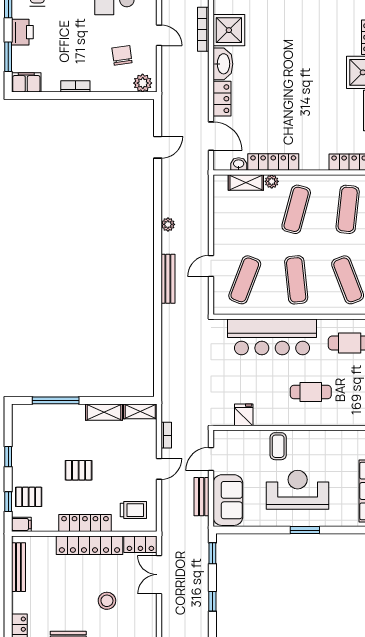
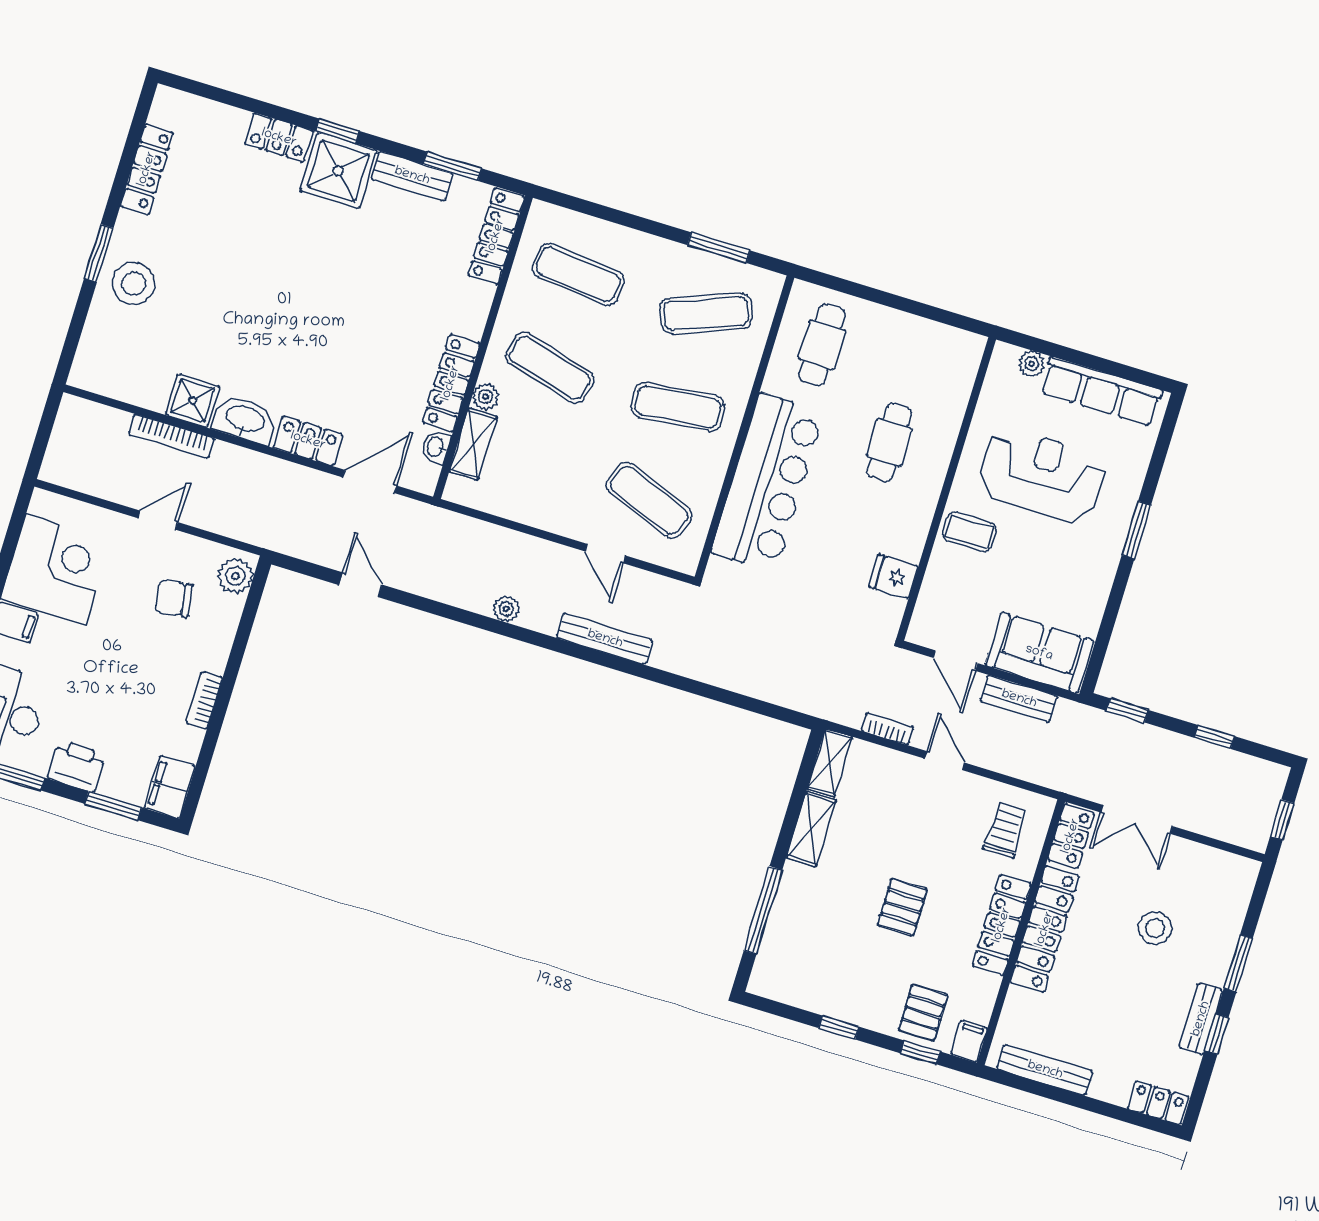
shower: (229, 30) -> (193, 400), width x0.73, depth x0.73
reception desk: (298, 490) -> (1042, 475), moved, turned 90

